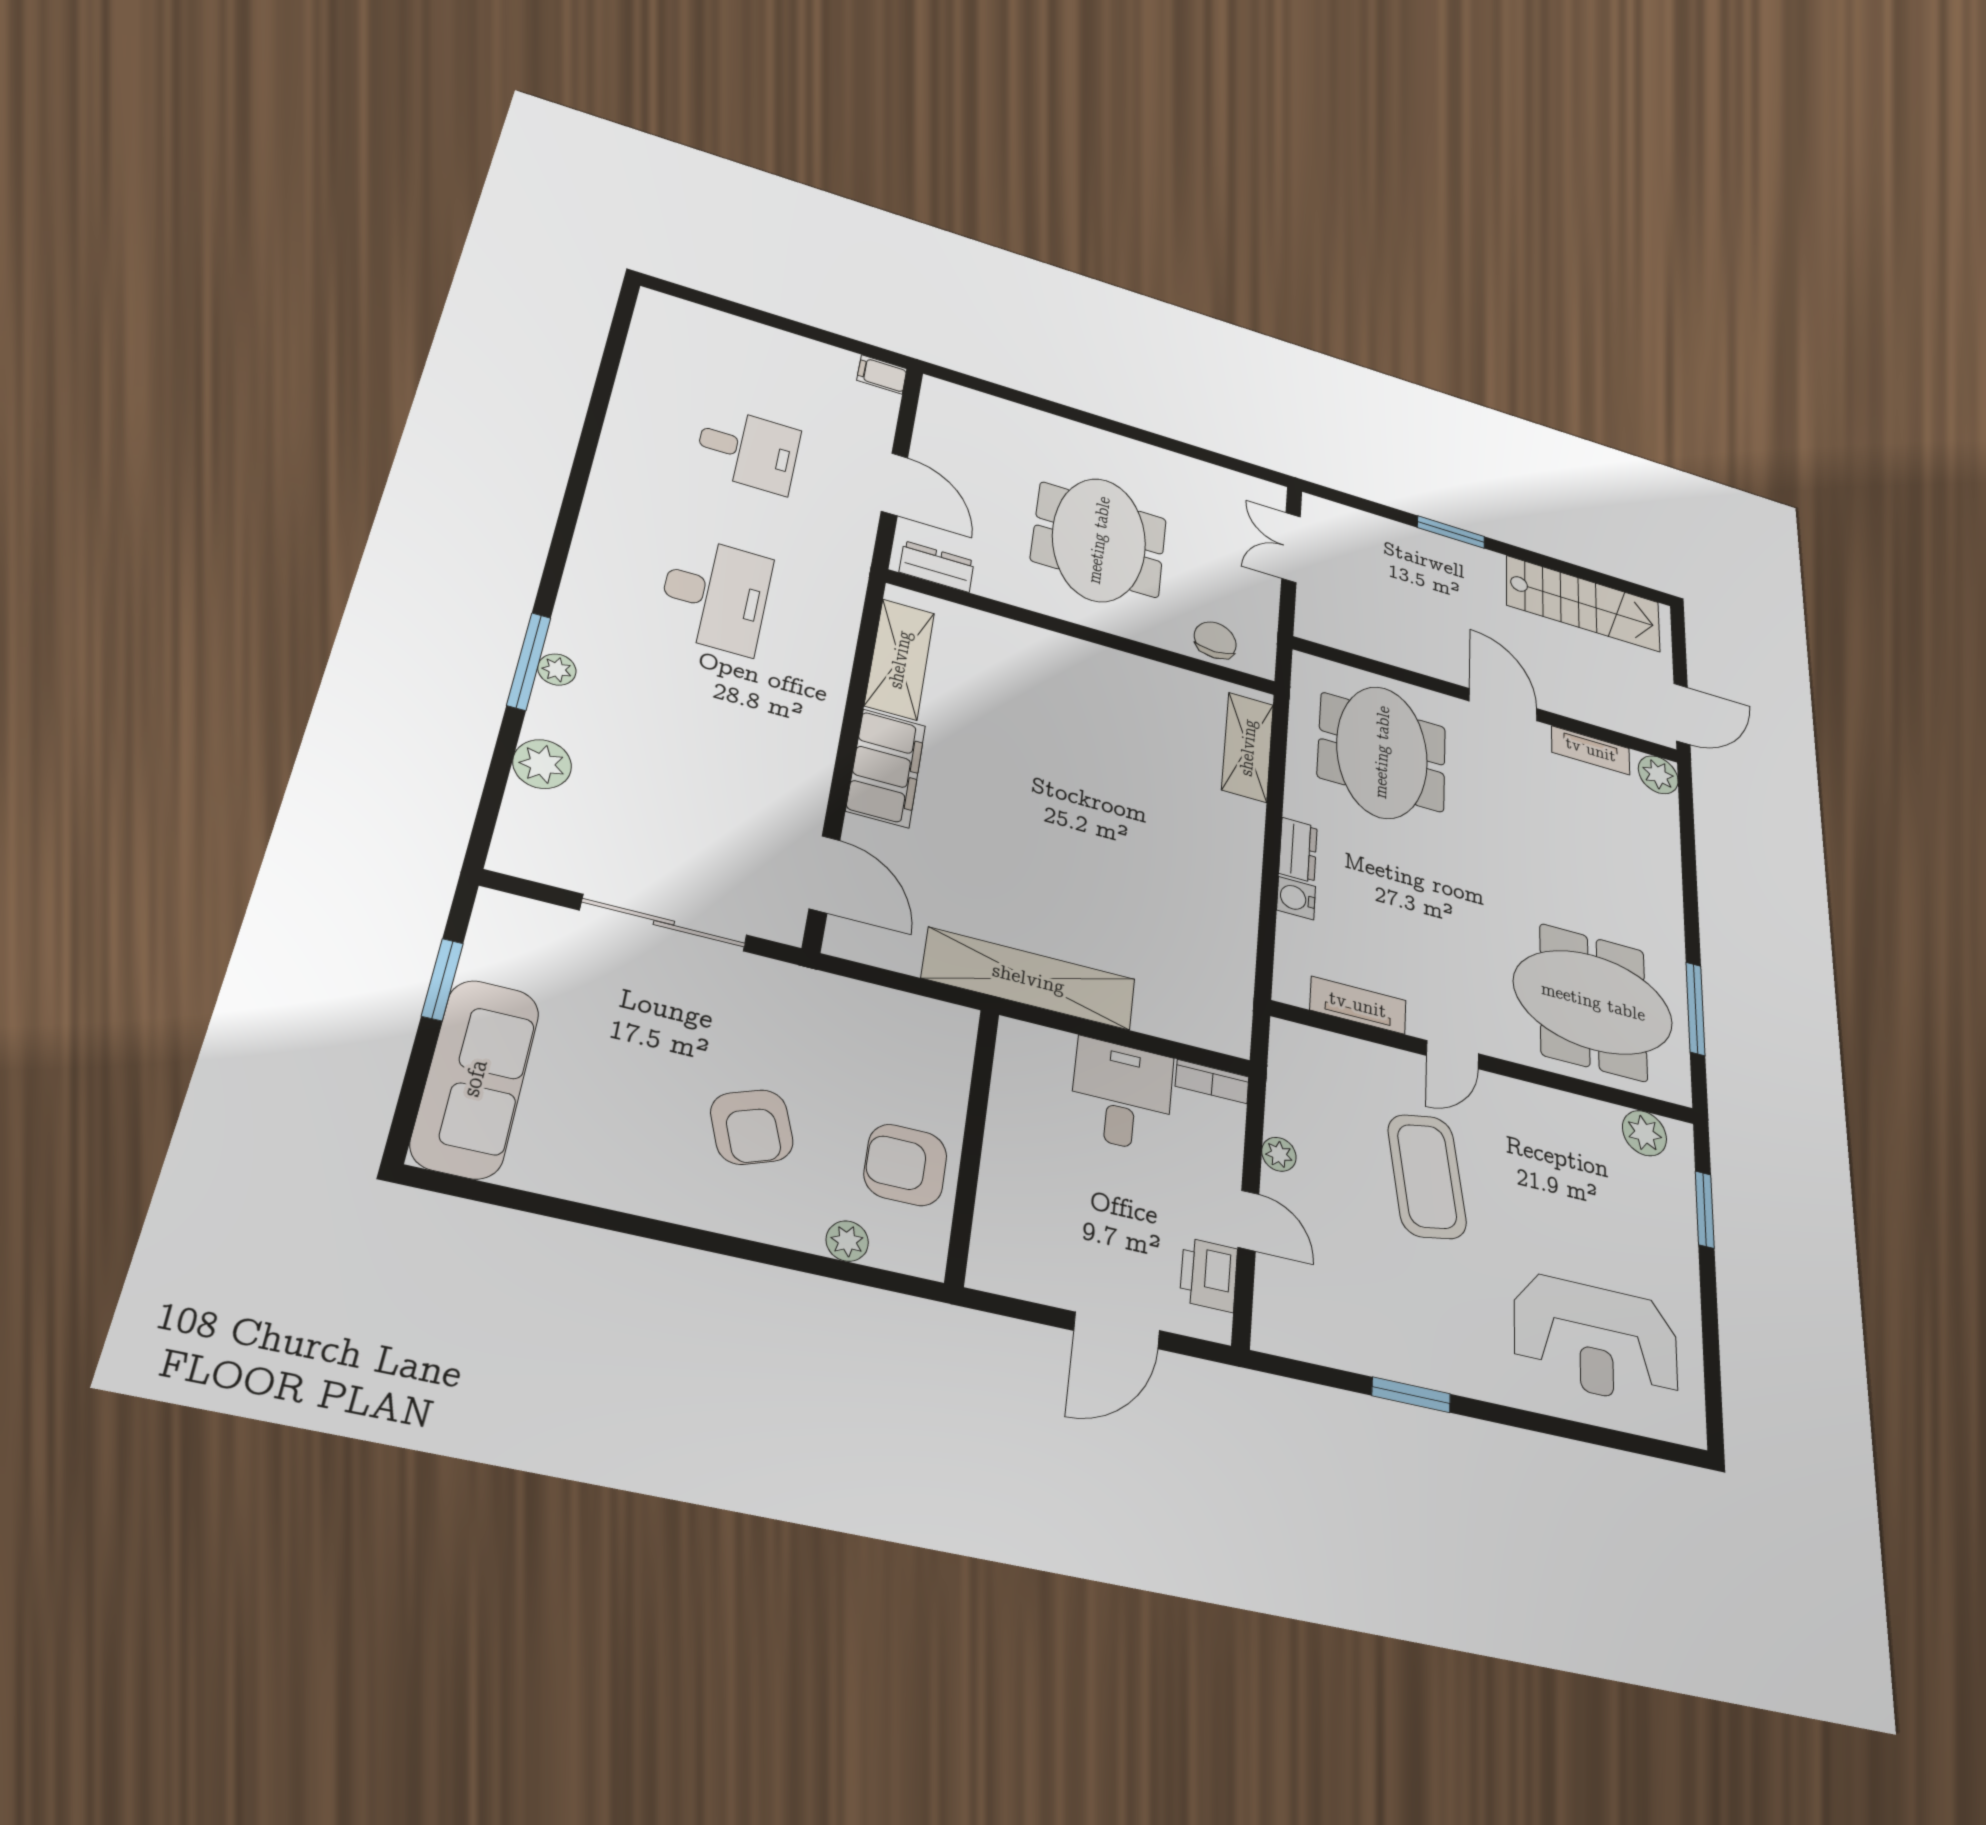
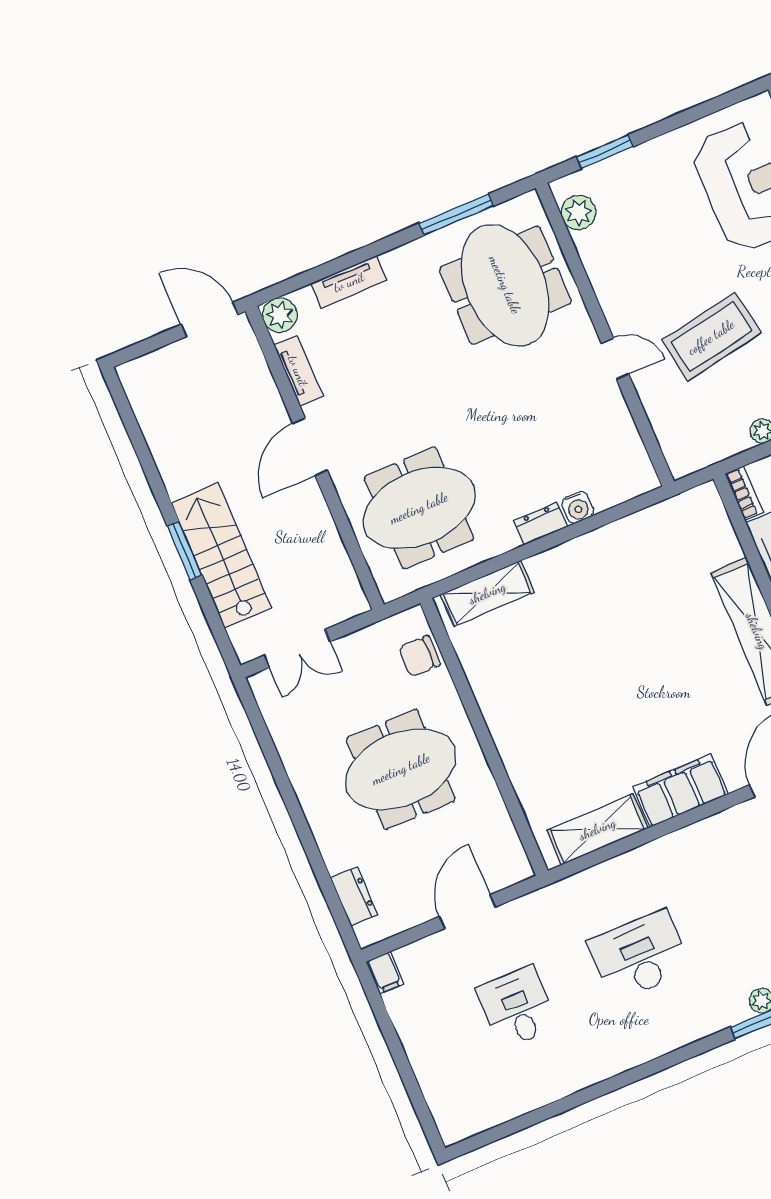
dresser: (937, 567) -> (354, 896), moved, turned 180
stairs: (1583, 604) -> (221, 555), moved
tv unit: (1358, 1005) -> (349, 282), moved, turned -90

